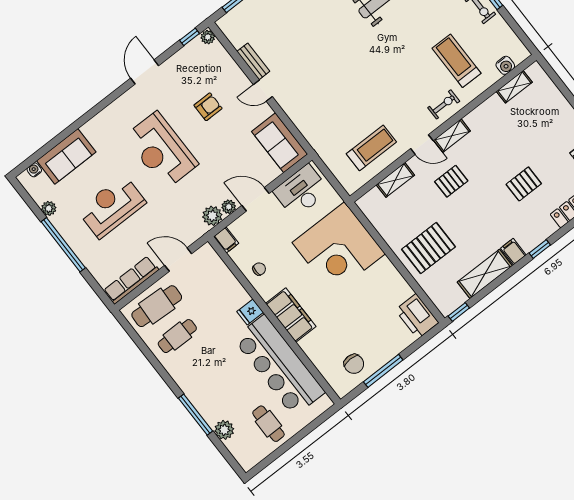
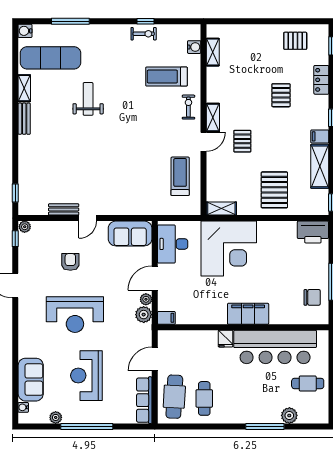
shelving: (395, 180) -> (221, 208), moved, turned 90
chair: (259, 269) -> (202, 311), removed

